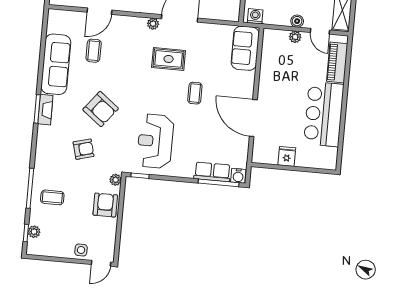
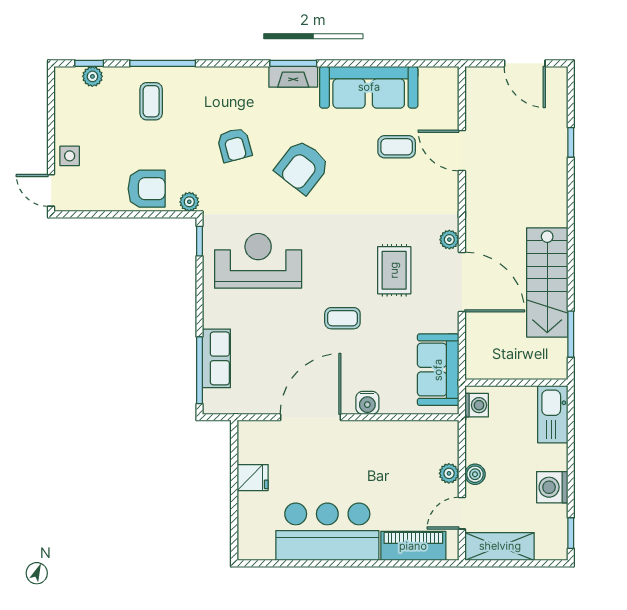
sofa: (245, 48) -> (438, 370), moved, turned -90
water cooler: (238, 176) -> (367, 403), moved, turned -90

